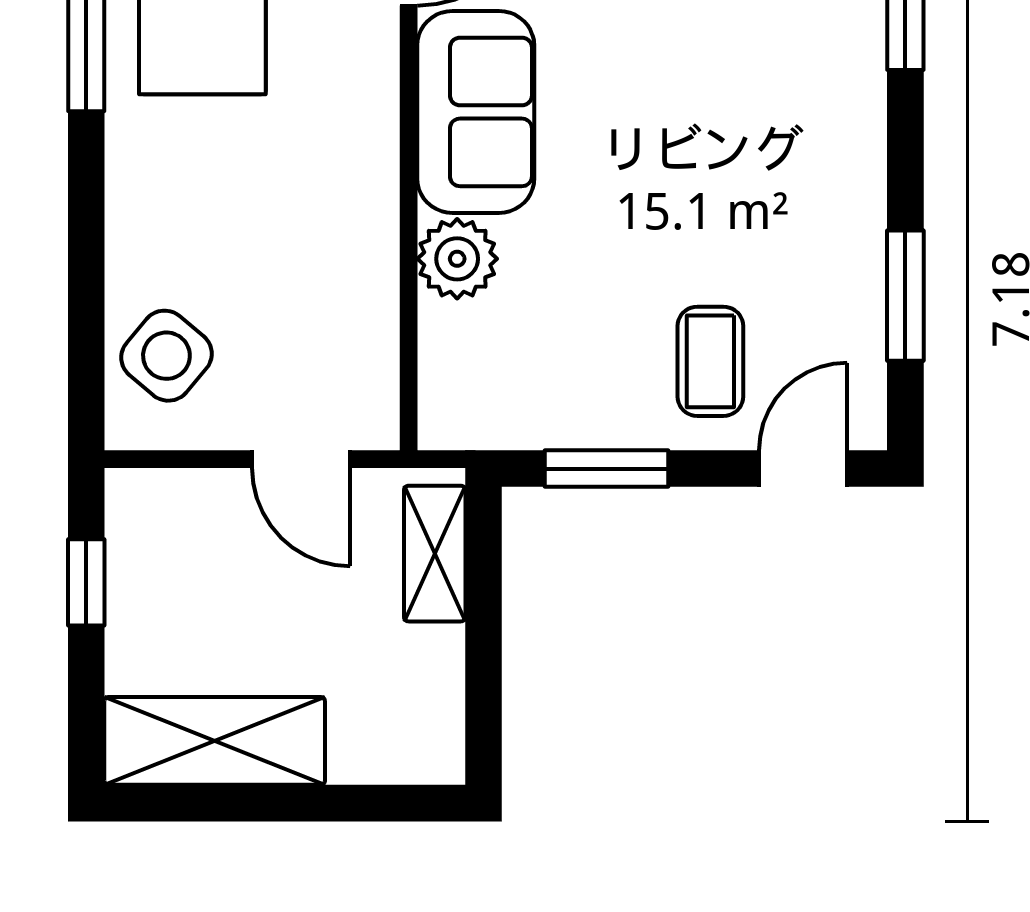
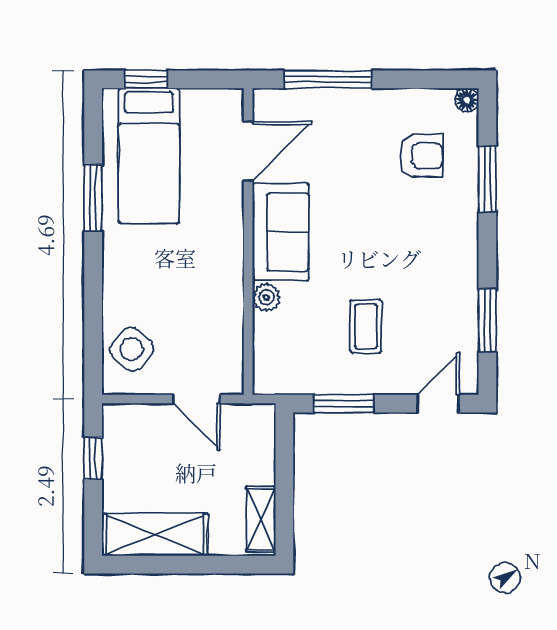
plant: (457, 259) -> (266, 297), width x0.73, depth x0.73
coffee table: (710, 361) -> (366, 327), moved
shelving: (435, 554) -> (261, 519), moved

